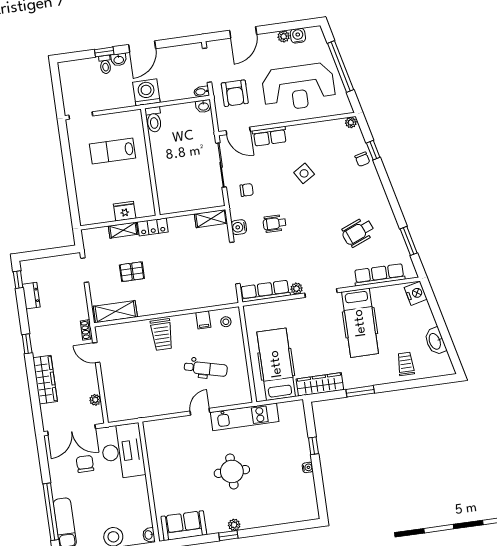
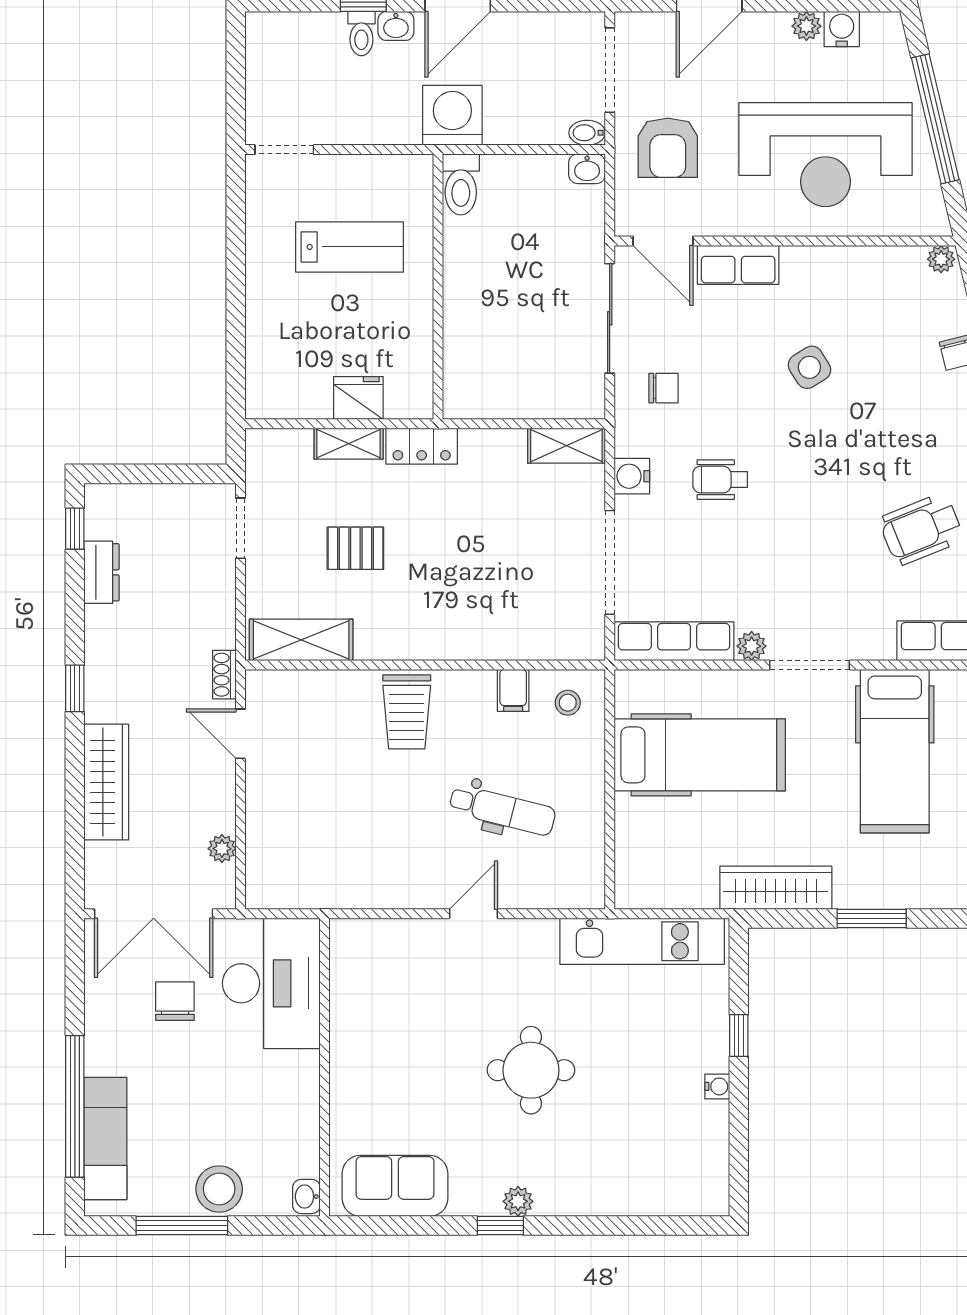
lab bench: (113, 151) -> (350, 247), turned 180
hospital bed: (276, 364) -> (700, 755), moved, turned 90
kitchen unit: (245, 417) -> (642, 941), moved

